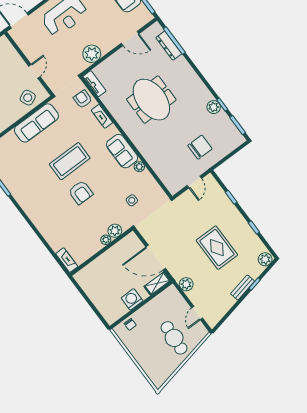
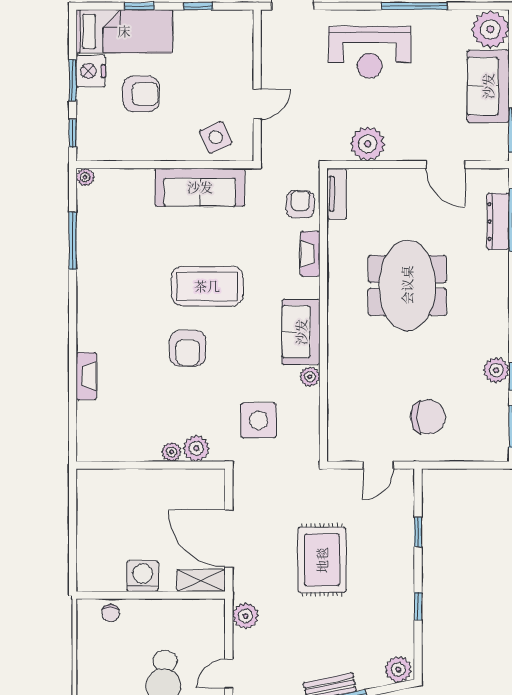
side table: (132, 200) -> (259, 420), width x1.87, depth x1.87
rug: (217, 248) -> (322, 560), moved
fireplace: (67, 260) -> (86, 376), moved

